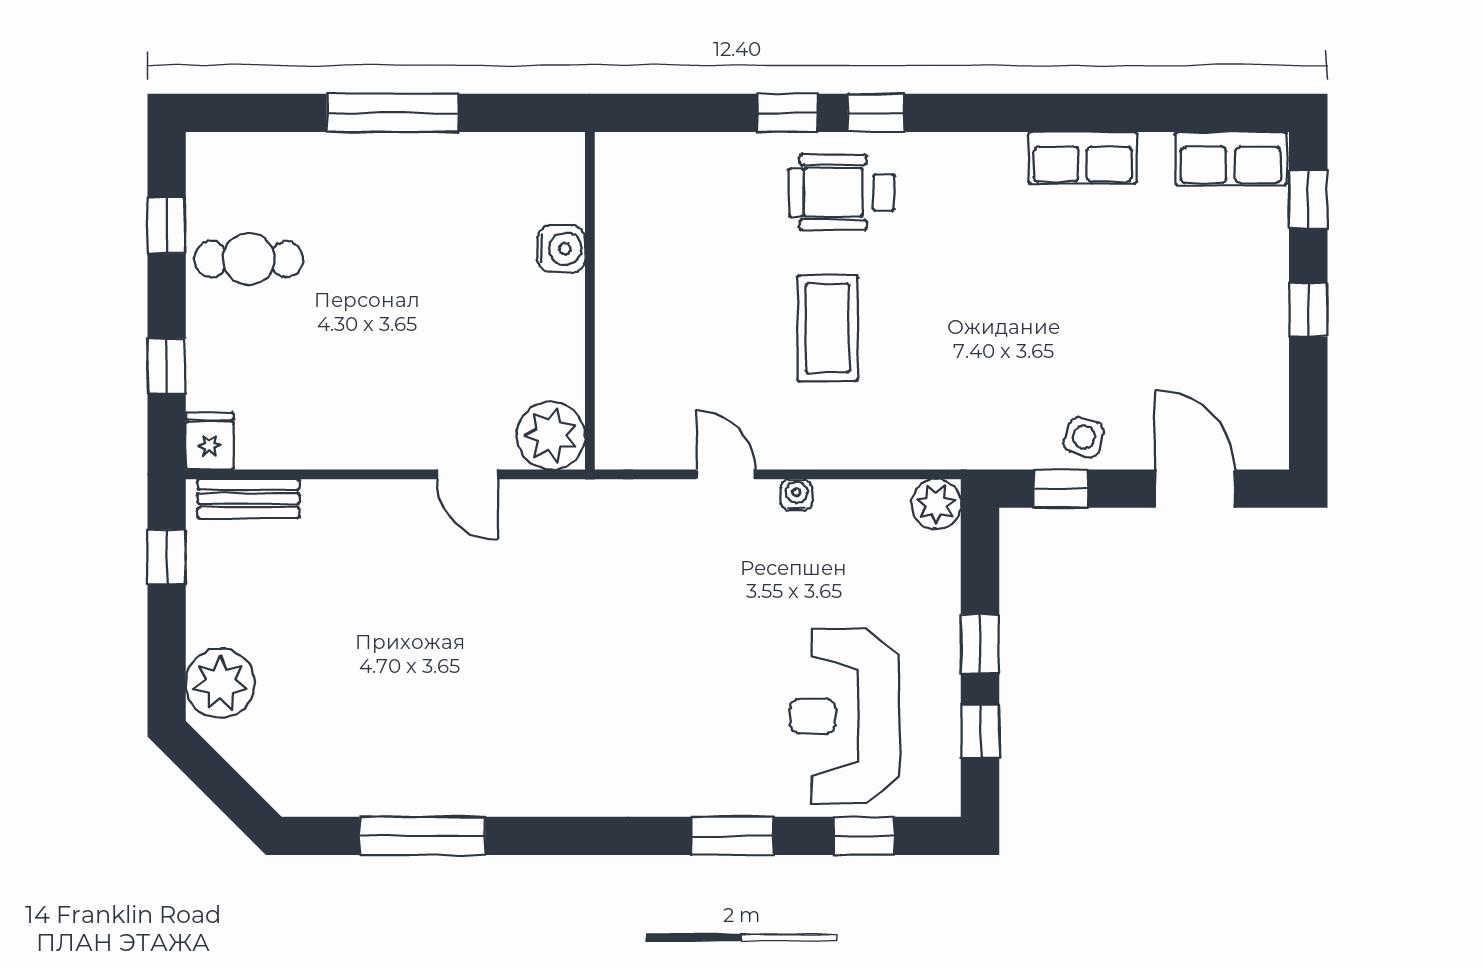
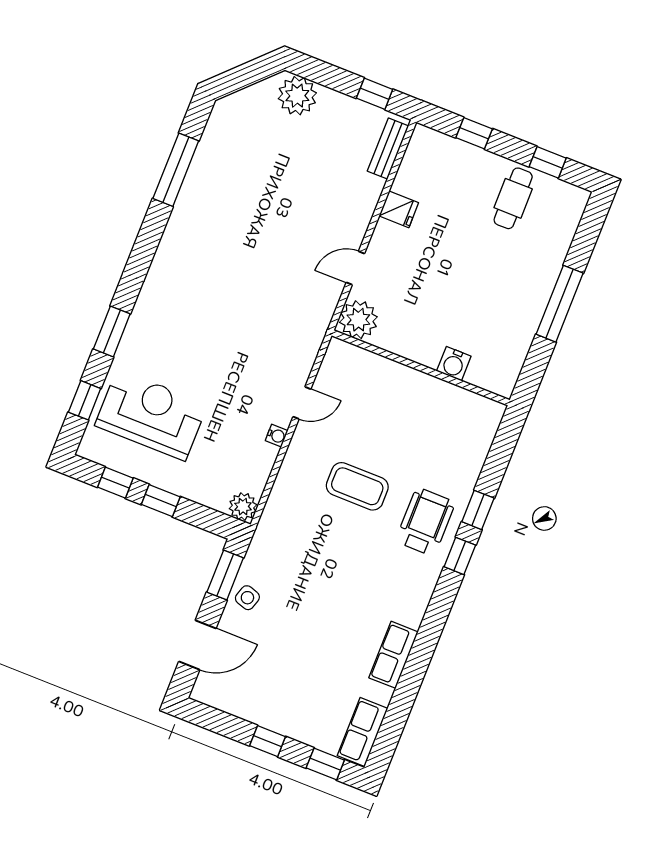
fridge: (210, 441) -> (399, 209), moved
window: (1061, 489) -> (225, 575), width x1.50

